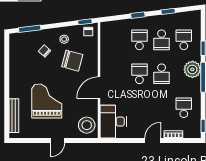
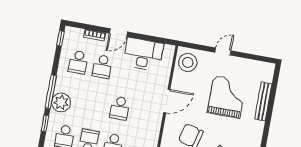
school desk: (162, 74) -> (102, 67), moved, turned 180
grand piano: (47, 101) -> (227, 97), turned 180
bench: (14, 116) -> (263, 101), moved
desk: (113, 122) -> (143, 54), moved, turned -90

